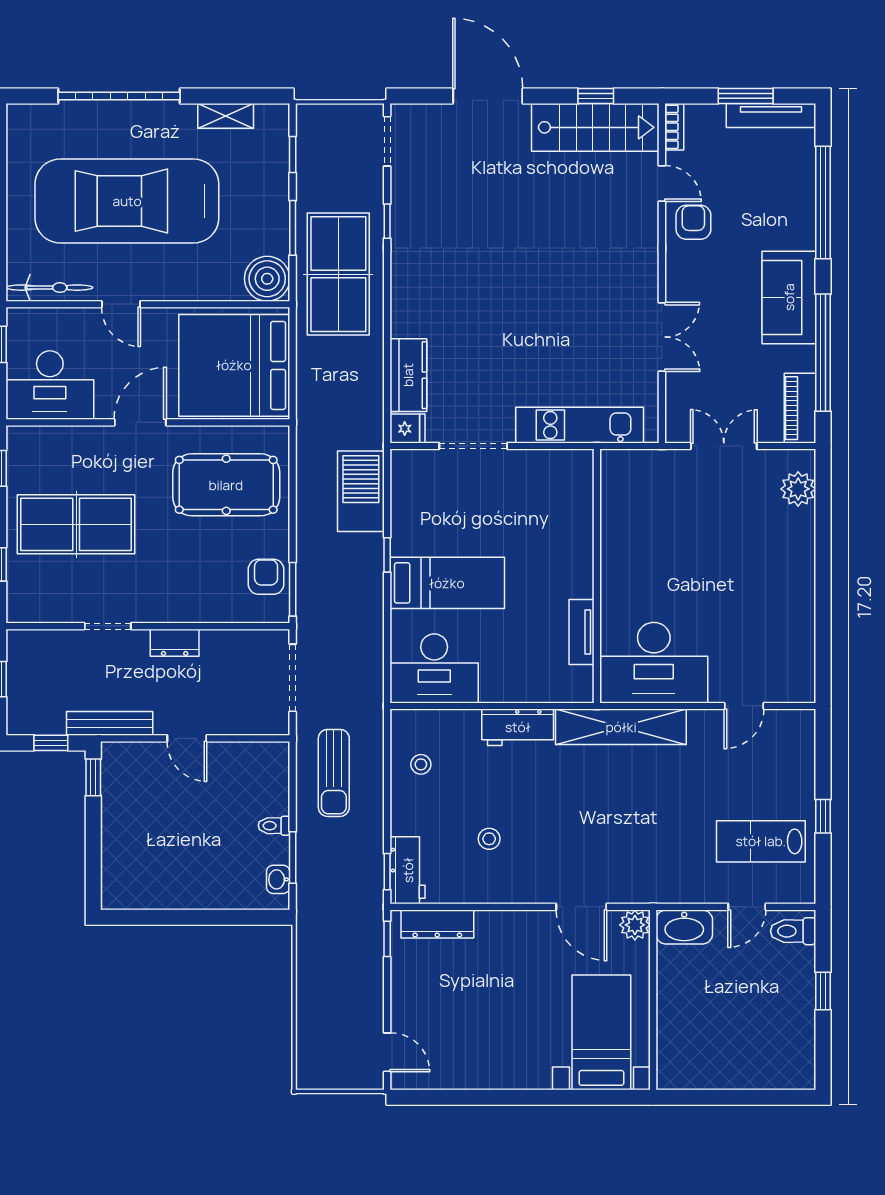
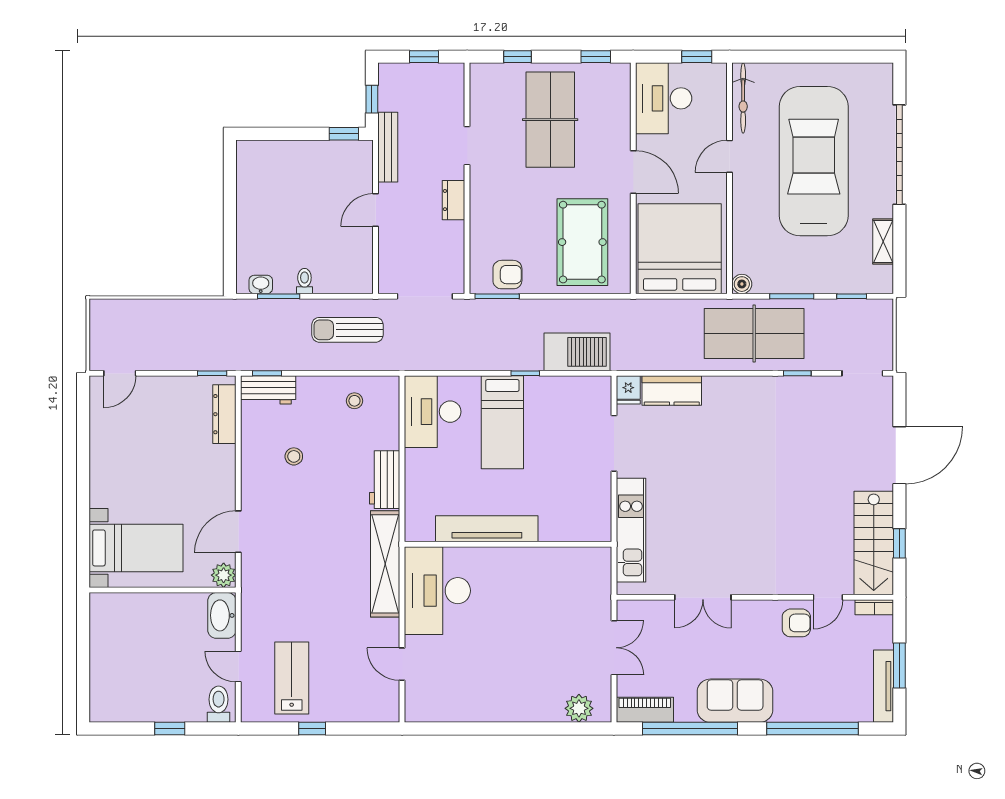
boiler: (267, 279) -> (742, 284), width x0.54, depth x0.54
tv unit: (582, 632) -> (487, 529), width x1.92, depth x1.29

